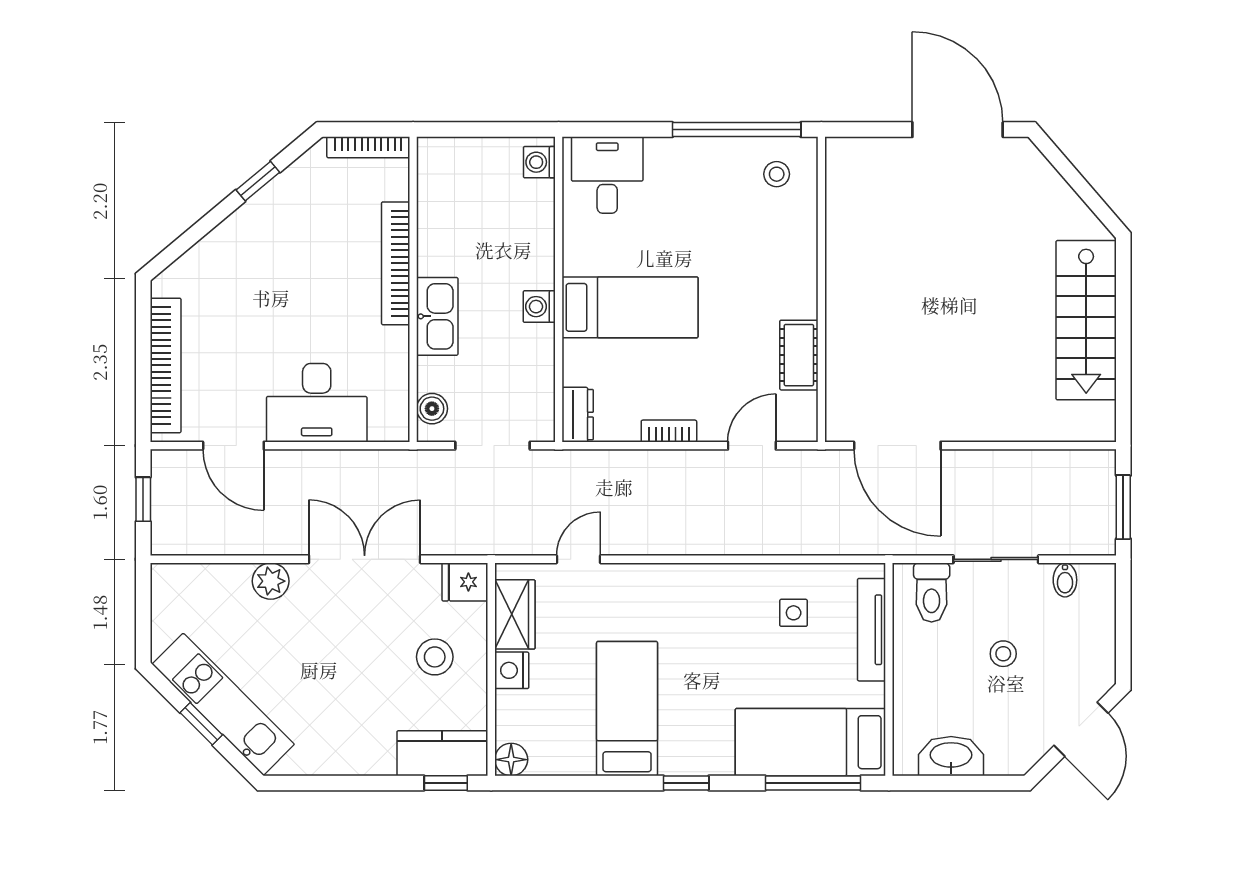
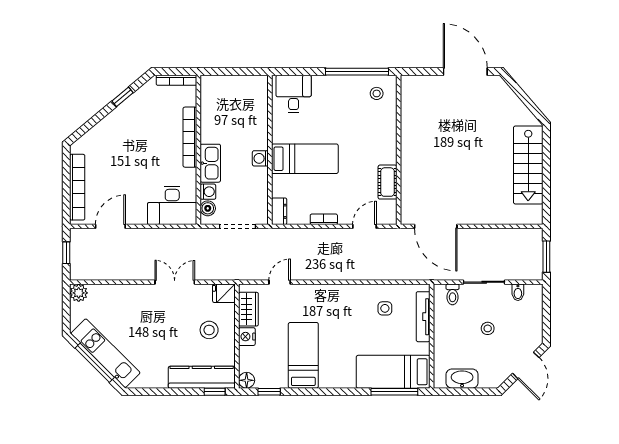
washing machine: (539, 162) -> (208, 192), moved, turned 180
desk: (317, 403) -> (172, 205), moved
door: (233, 446) -> (110, 226), swing flipped
double door: (365, 559) -> (175, 282), width x0.73
plant: (271, 581) -> (79, 293), moved
toilet: (932, 592) -> (453, 294), width x0.73, depth x0.72
window: (201, 724) -> (95, 363), width x2.17
kitchen counter: (442, 753) -> (202, 377), width x1.50
window: (686, 783) -> (269, 392), moved

